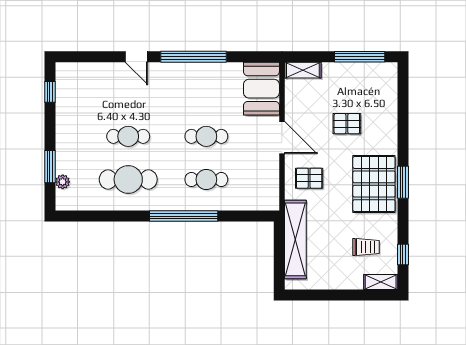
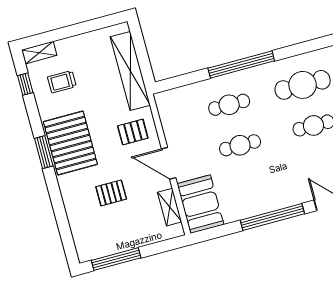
shelving: (303, 70) -> (170, 207), moved, turned 90

